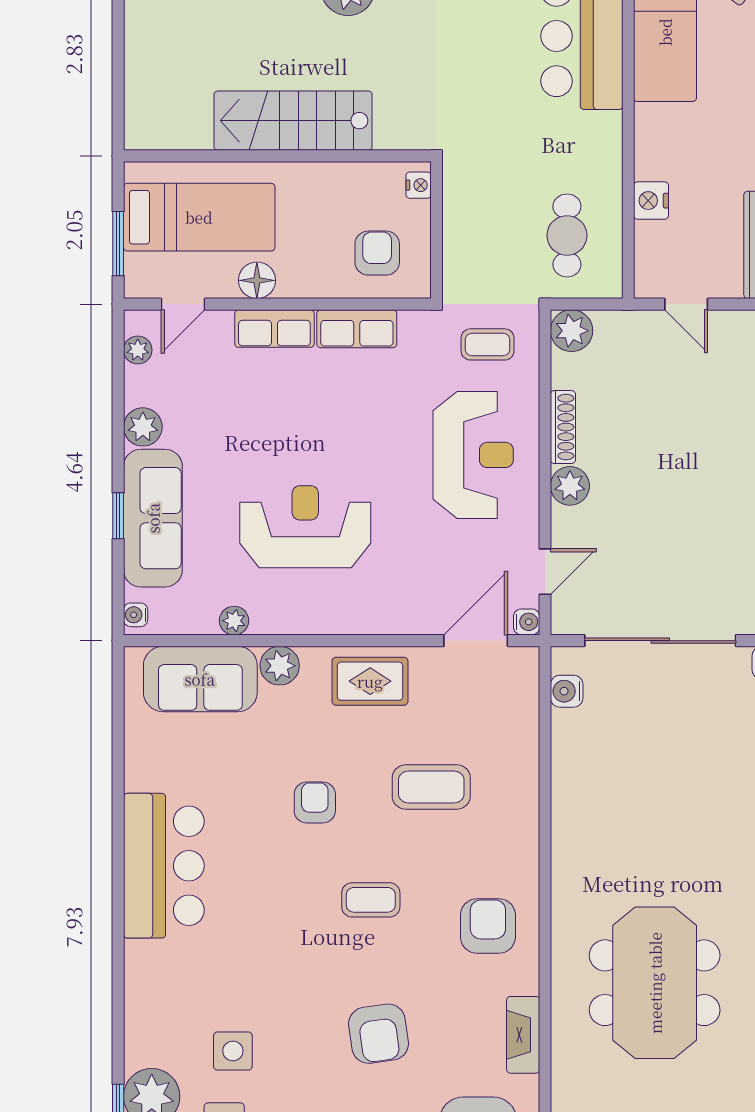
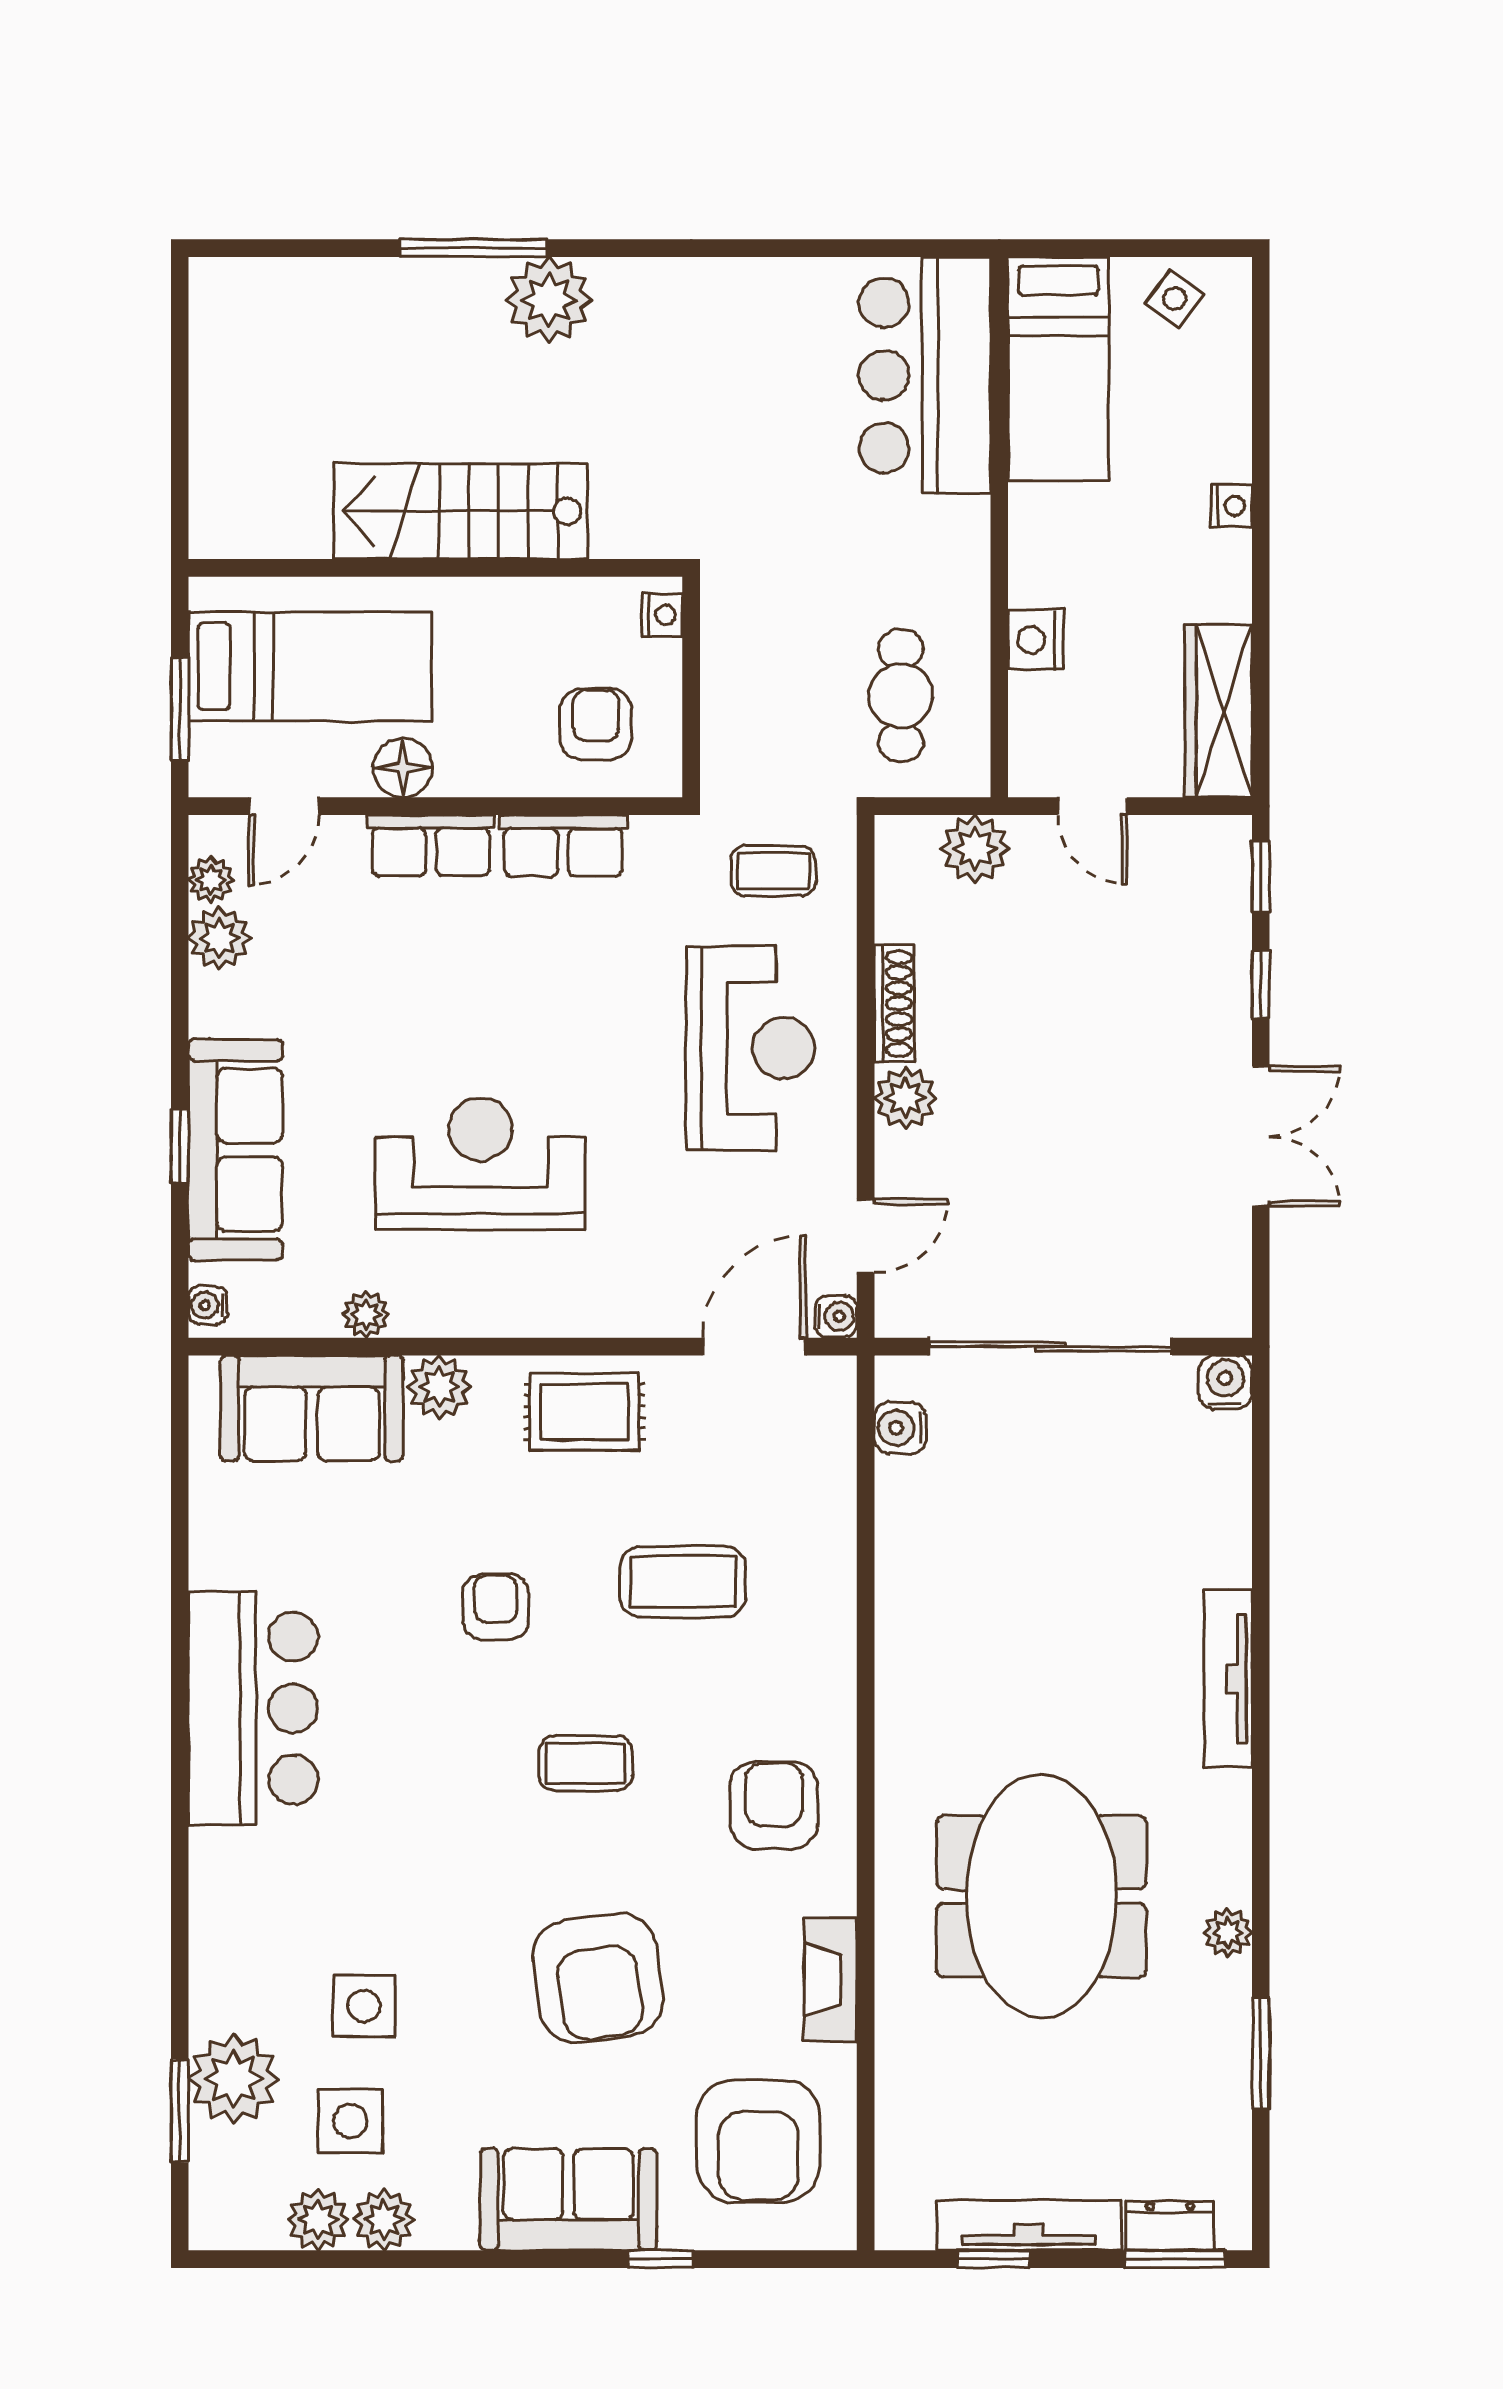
plant: (572, 331) -> (975, 849), moved
plant: (143, 427) -> (219, 938), moved
armchair: (378, 1034) -> (598, 1978), width x1.36, depth x1.36

